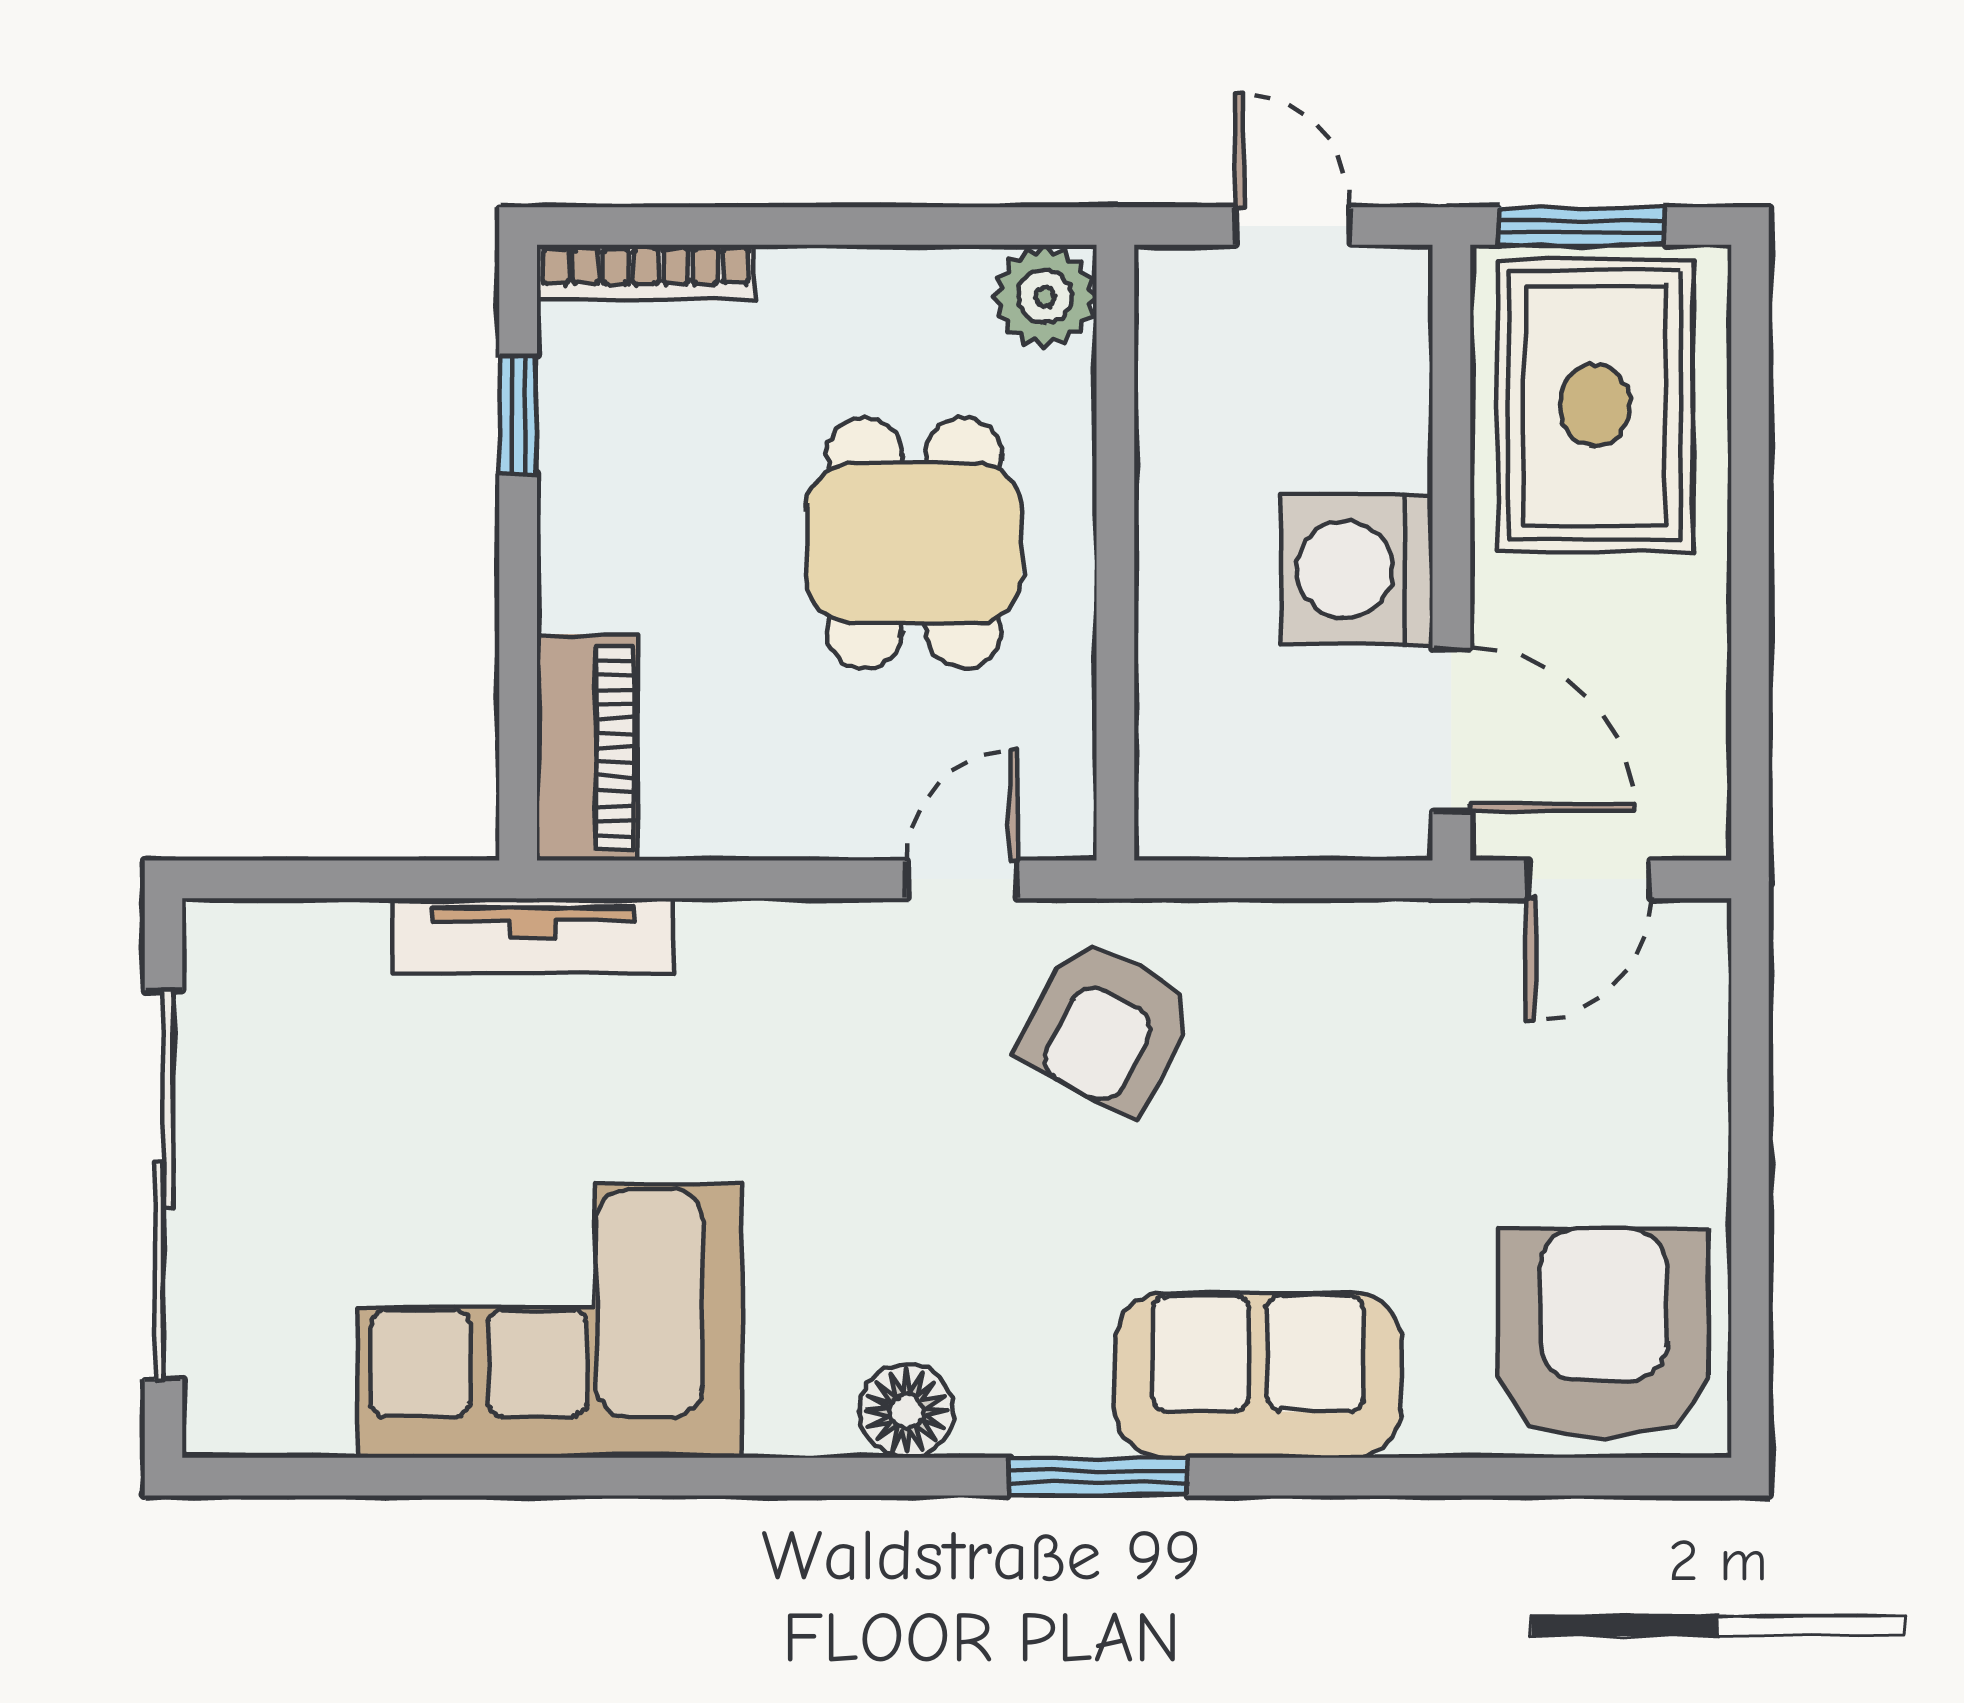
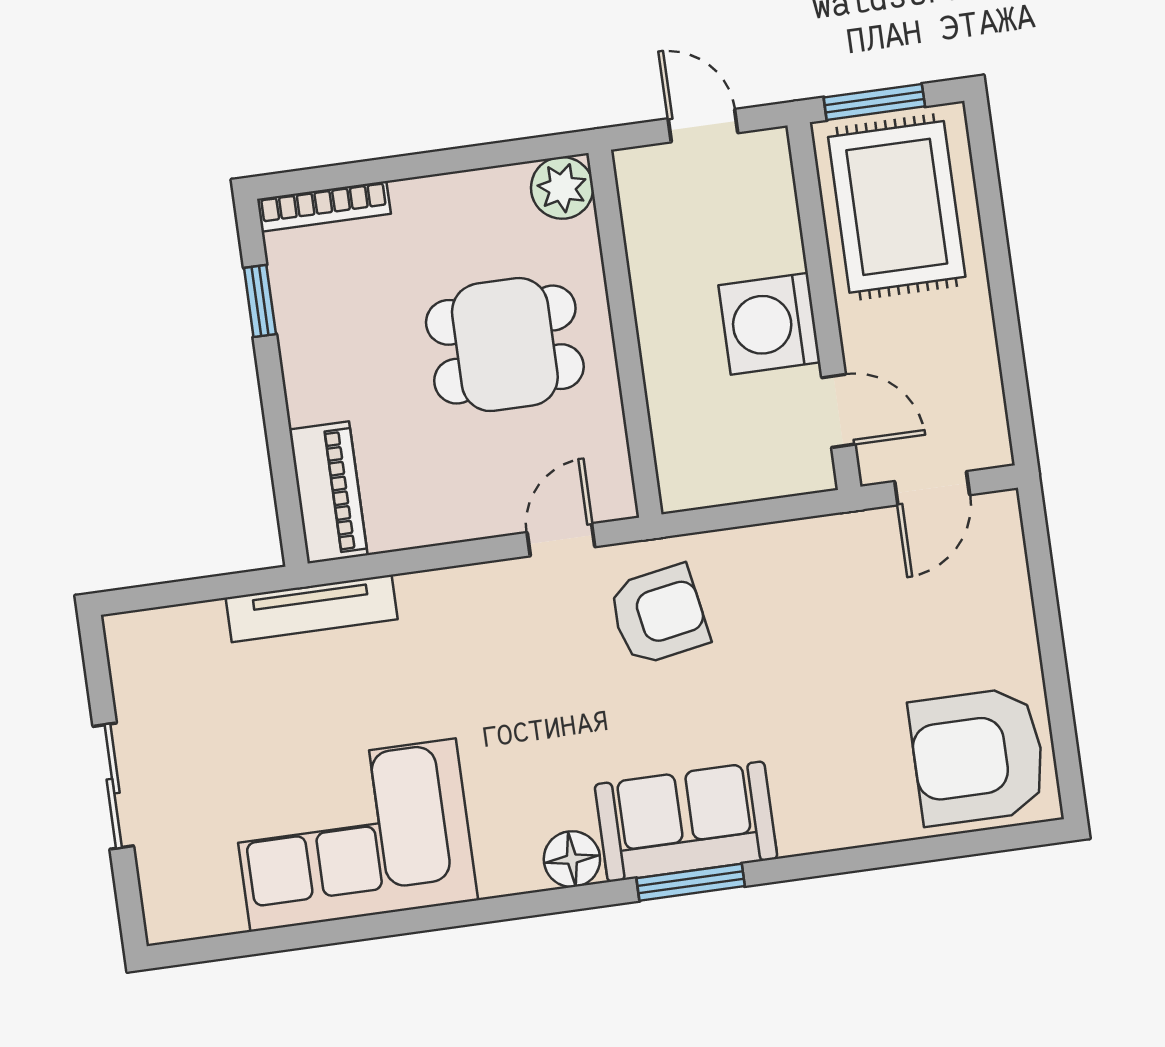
dining table: (914, 543) -> (505, 345), turned 90
door: (1451, 730) -> (838, 411), width x0.73
armchair: (1107, 1026) -> (659, 615), turned -128
sliding door: (163, 1185) -> (113, 786), width x0.54
armchair: (1603, 1334) -> (978, 756), turned -90
sofa: (1258, 1375) -> (686, 822), moved

